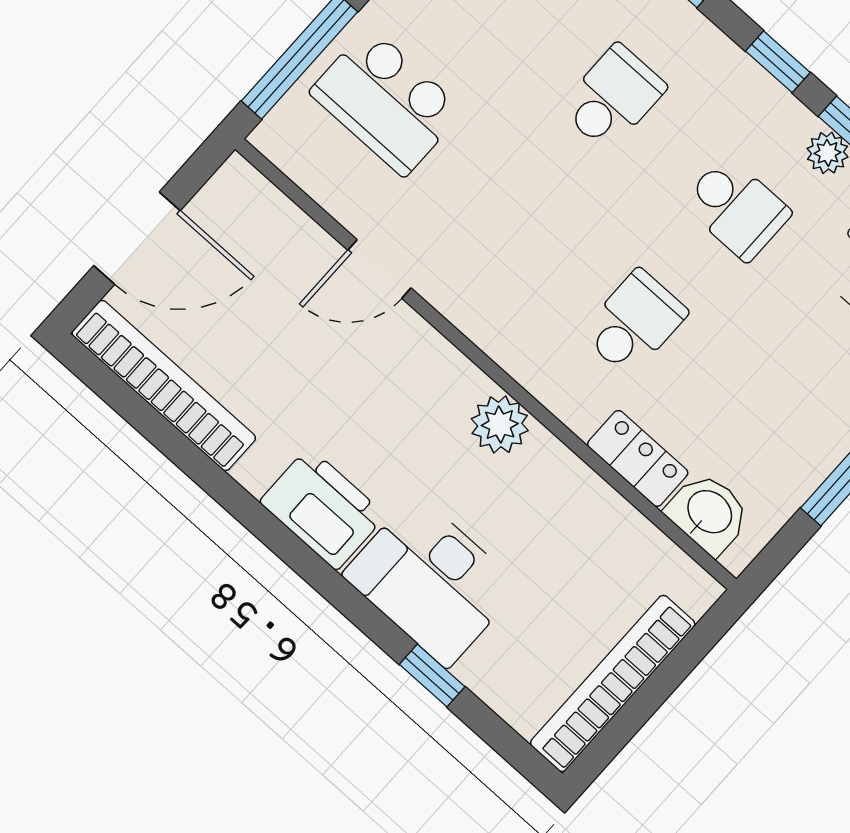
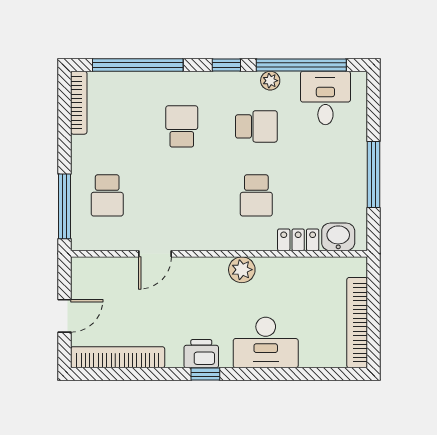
school desk: (387, 101) -> (107, 195), width x0.54
door: (137, 238) -> (65, 316), width x0.73
school desk: (634, 323) -> (256, 195), turned 180
printer: (323, 509) -> (201, 354), width x0.73, depth x0.84
window: (432, 676) -> (205, 374), moved

